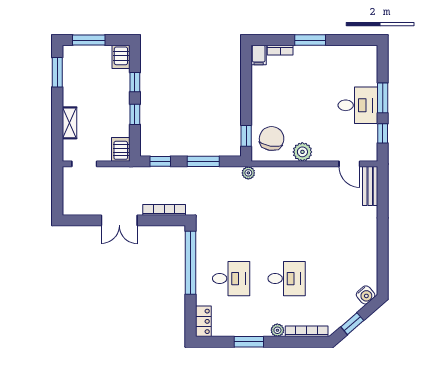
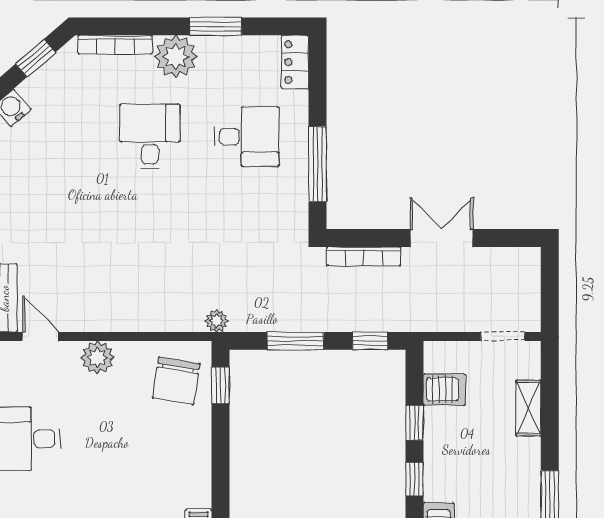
server rack: (121, 149) -> (444, 389), moved, turned -90
plant: (302, 152) -> (97, 357), moved
window: (190, 263) -> (317, 164), width x0.68
desk: (231, 279) -> (247, 137), turned 180
desk: (287, 279) -> (150, 137), turned 90
plant: (277, 330) -> (176, 56), width x1.88, depth x1.88

